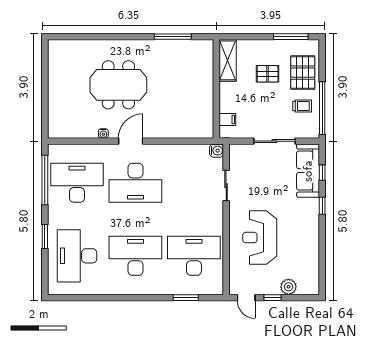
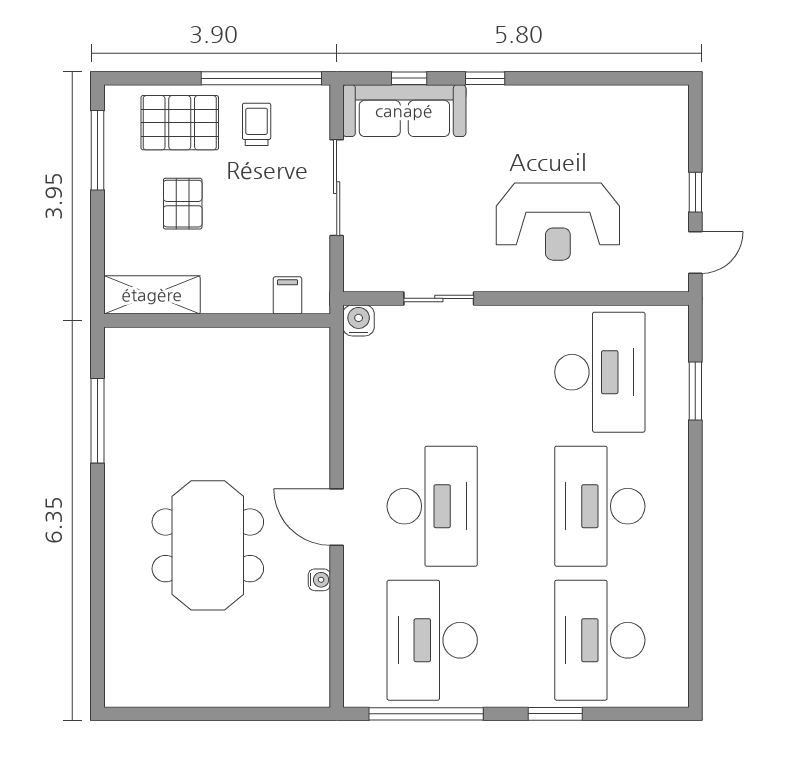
desk: (77, 256) -> (600, 640), turned 90
desk: (194, 256) -> (600, 372), turned 180
plant: (288, 287) -> (671, 156), removed

